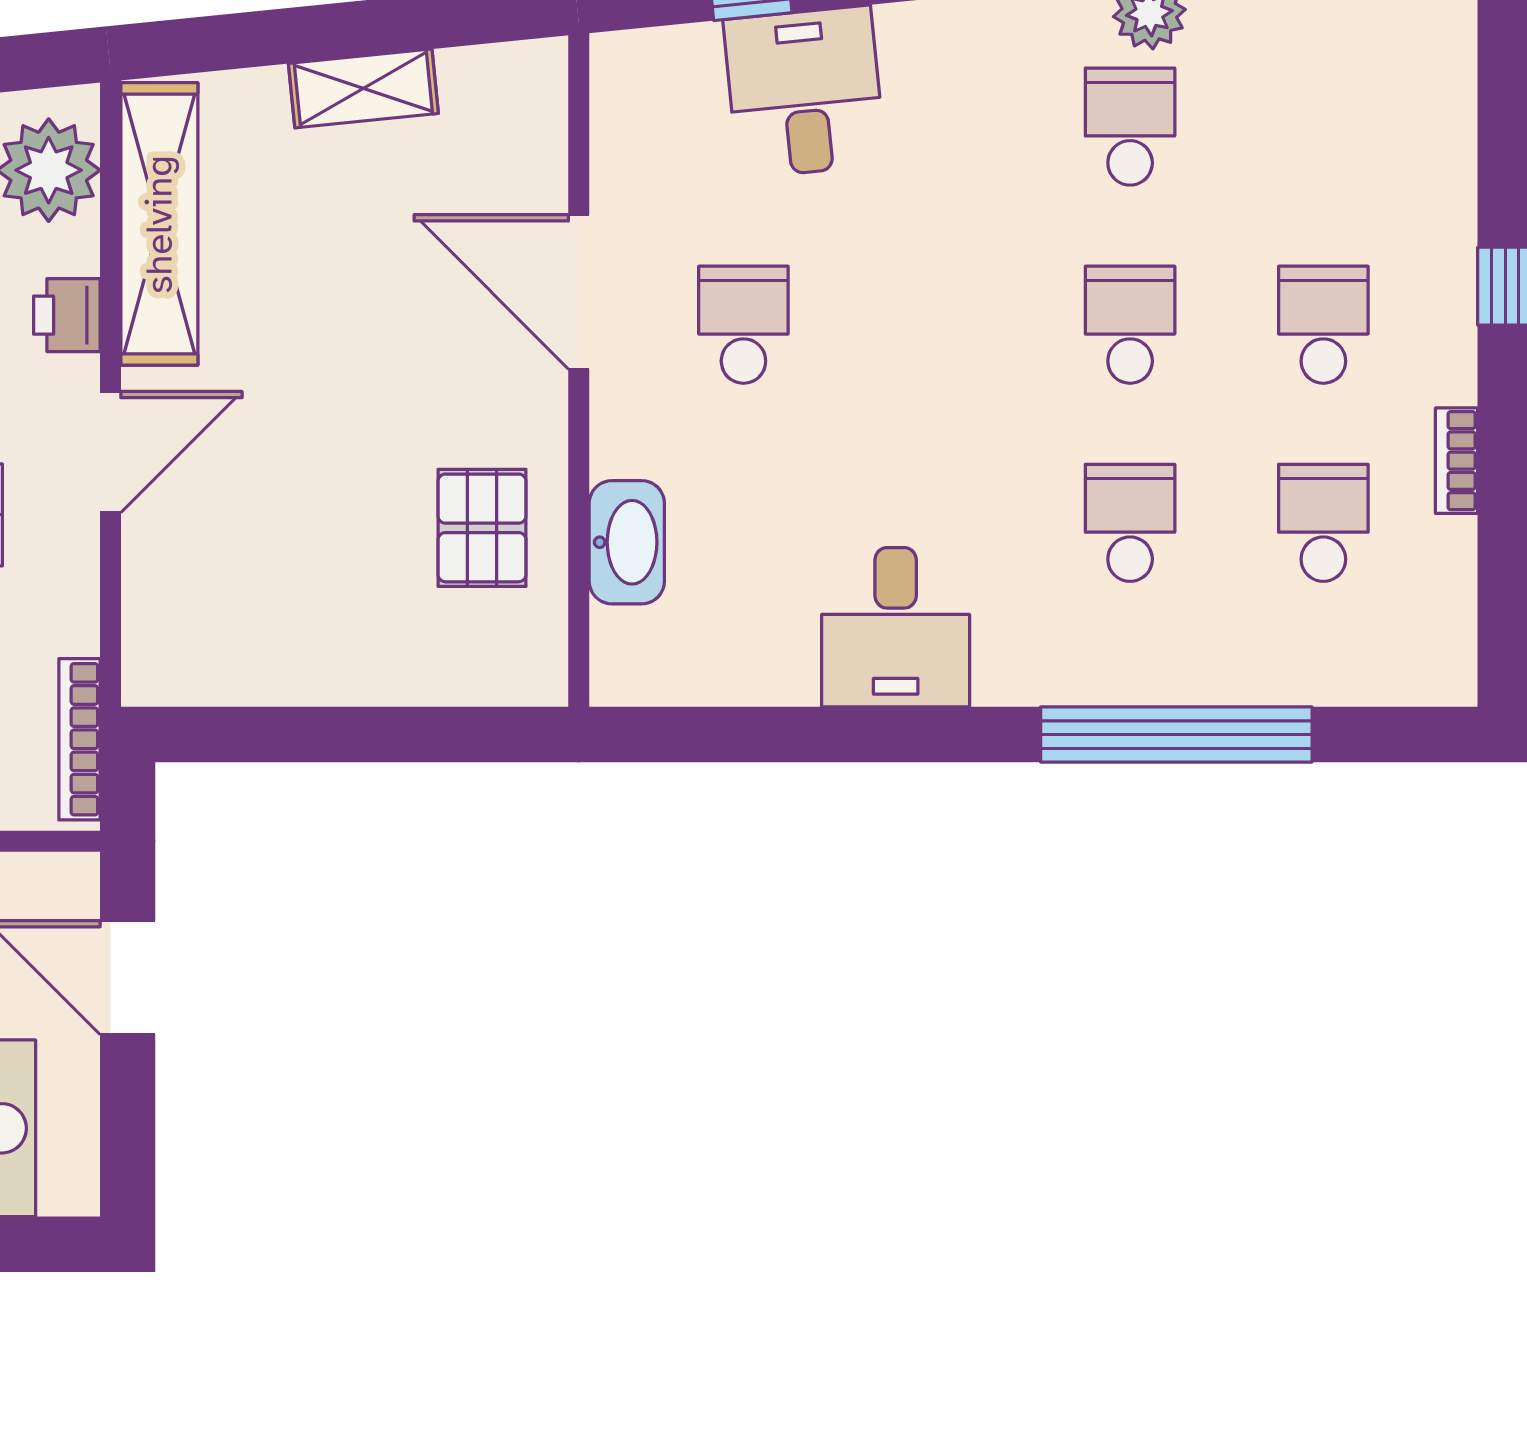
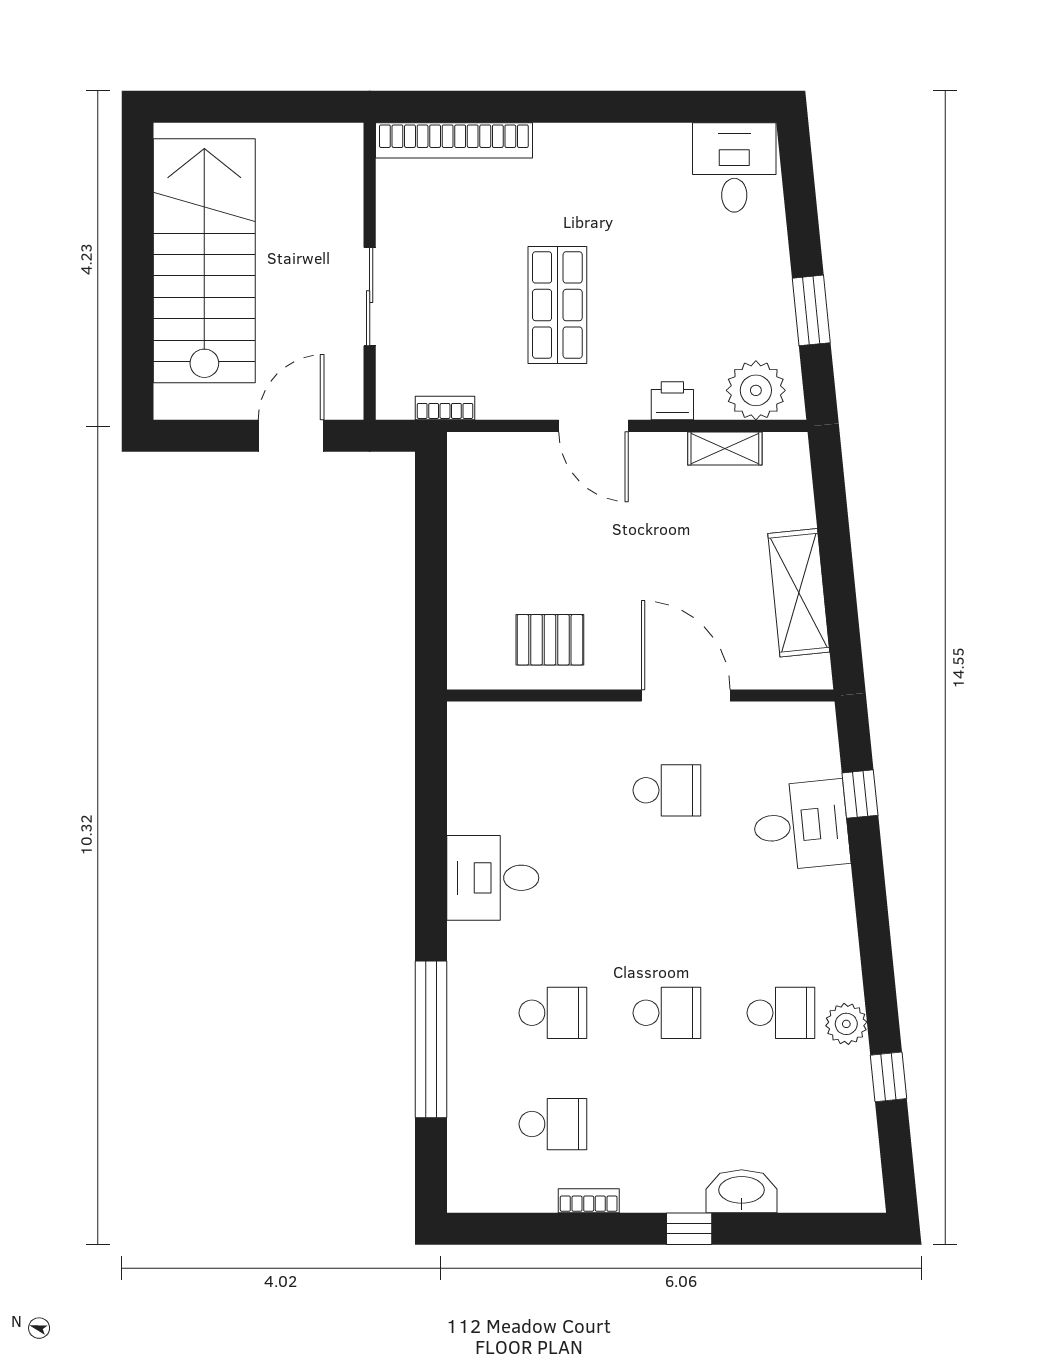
shelving: (363, 88) -> (799, 593), width x1.50, depth x1.33
shelving: (159, 224) -> (725, 449), width x0.45, depth x0.75
door: (579, 292) -> (686, 696), hinge flipped
school desk: (1323, 325) -> (667, 1124), removed
washbasin: (627, 542) -> (742, 1191), moved, turned 180
bookcase: (79, 739) -> (445, 408), width x0.64

